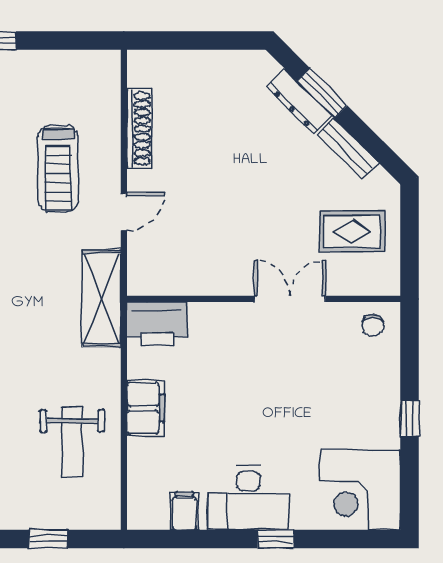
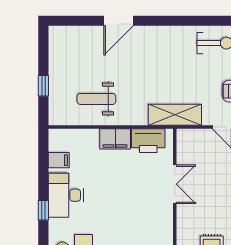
double door: (290, 299) -> (175, 184), moved
printer: (157, 324) -> (148, 141), moved, turned -90

